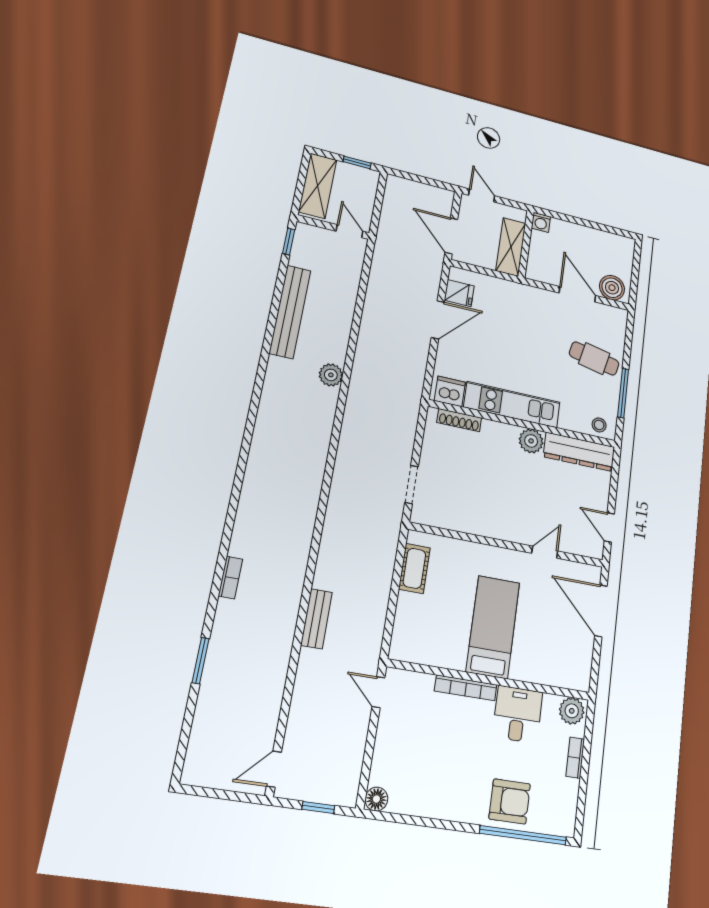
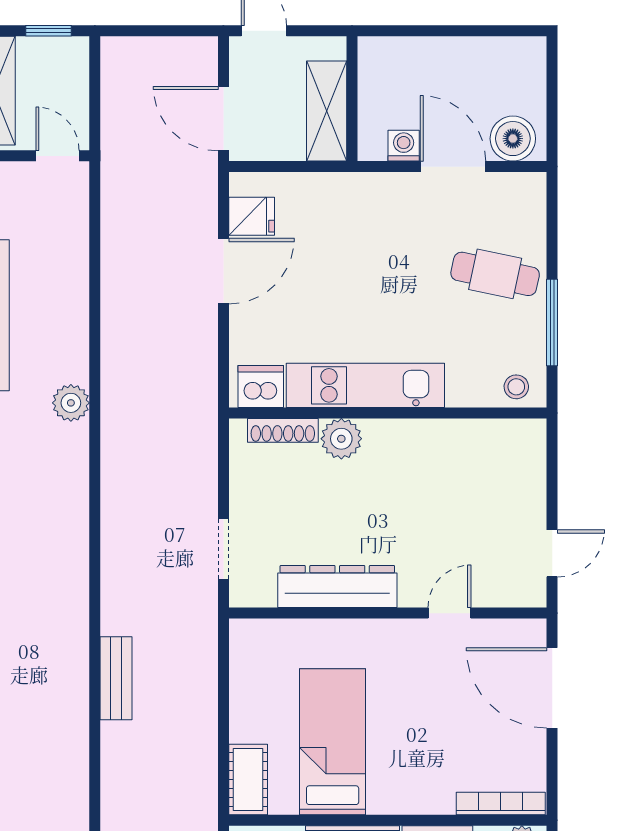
washing machine: (541, 222) -> (404, 146), moved, turned 180
plant: (531, 441) -> (341, 439), moved
dresser: (579, 452) -> (337, 586), moved, turned 180
door: (609, 527) -> (552, 553), swing flipped
cot: (414, 568) -> (248, 780), moved
bench: (317, 619) -> (116, 678), moved
bed: (493, 627) -> (333, 742), moved
bookcase: (562, 680) -> (501, 804), added

